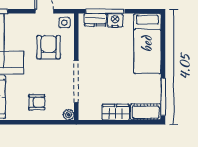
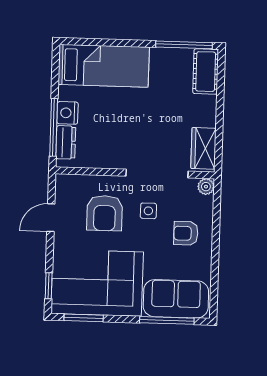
side table: (64, 23) -> (148, 211), moved
armchair: (49, 47) -> (105, 213), turned -90
armchair: (37, 102) -> (186, 233), turned -90
wardrobe: (116, 112) -> (203, 148), moved

